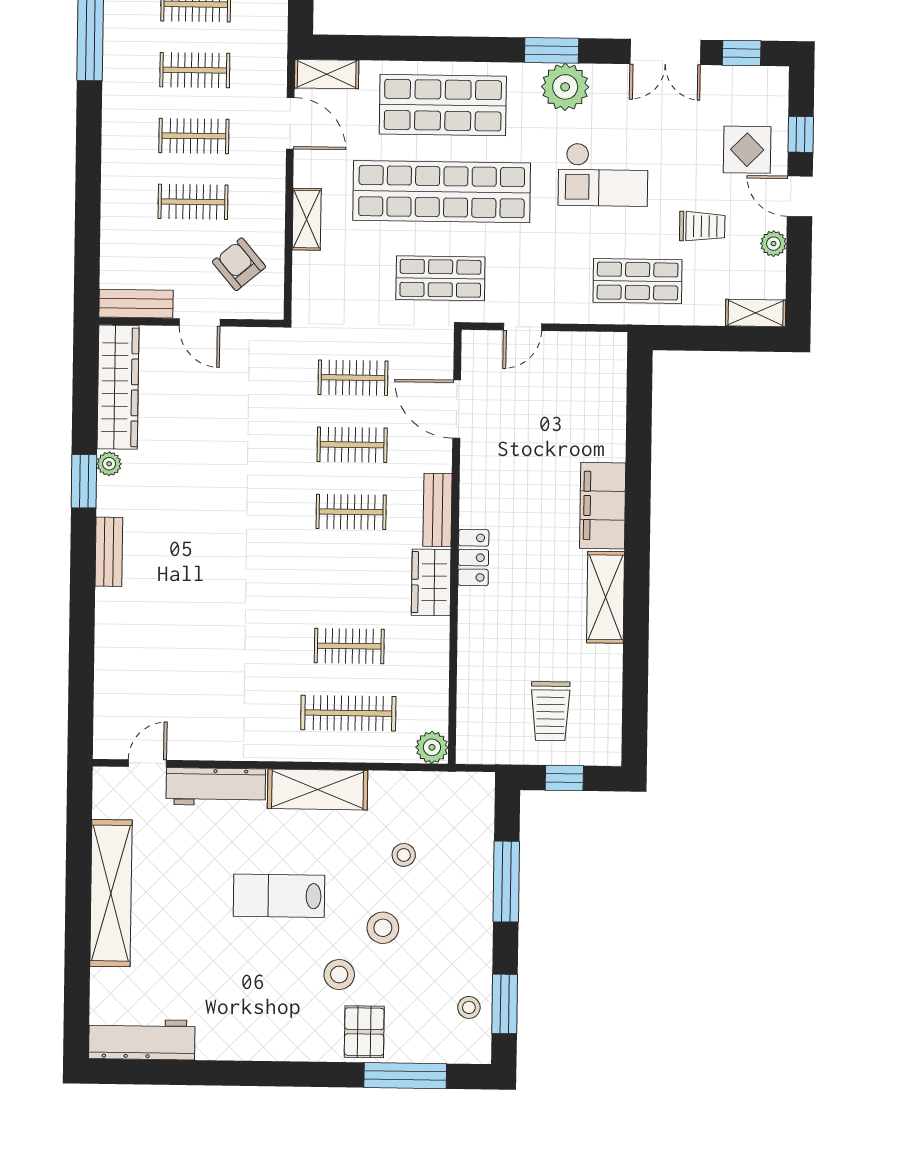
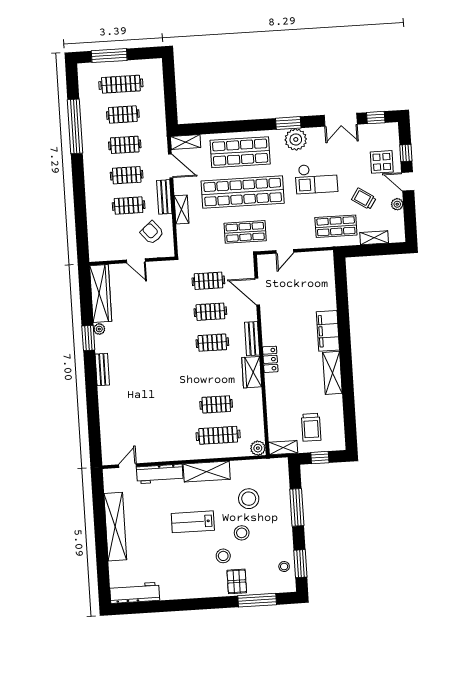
trolley: (702, 226) -> (364, 199), turned -147
bench: (136, 304) -> (164, 197), moved, turned 90
shelving: (756, 313) -> (374, 238), moved
shelving: (487, 750) -> (283, 448), added
stool: (404, 855) -> (249, 499), width x1.89, depth x1.89

